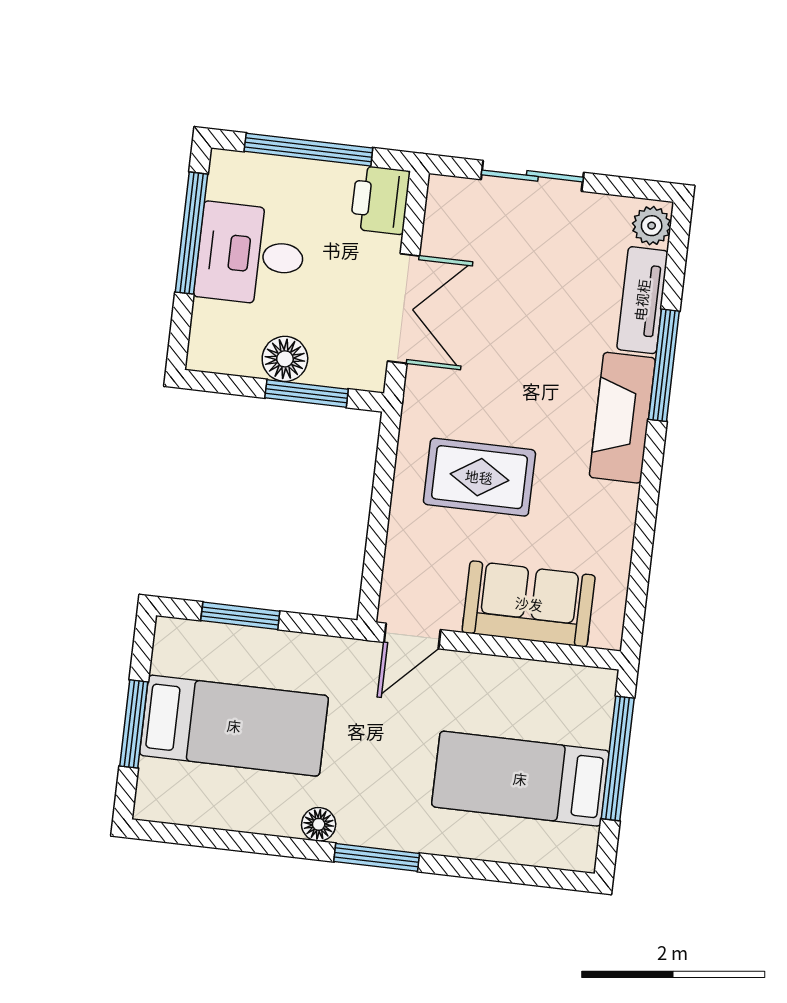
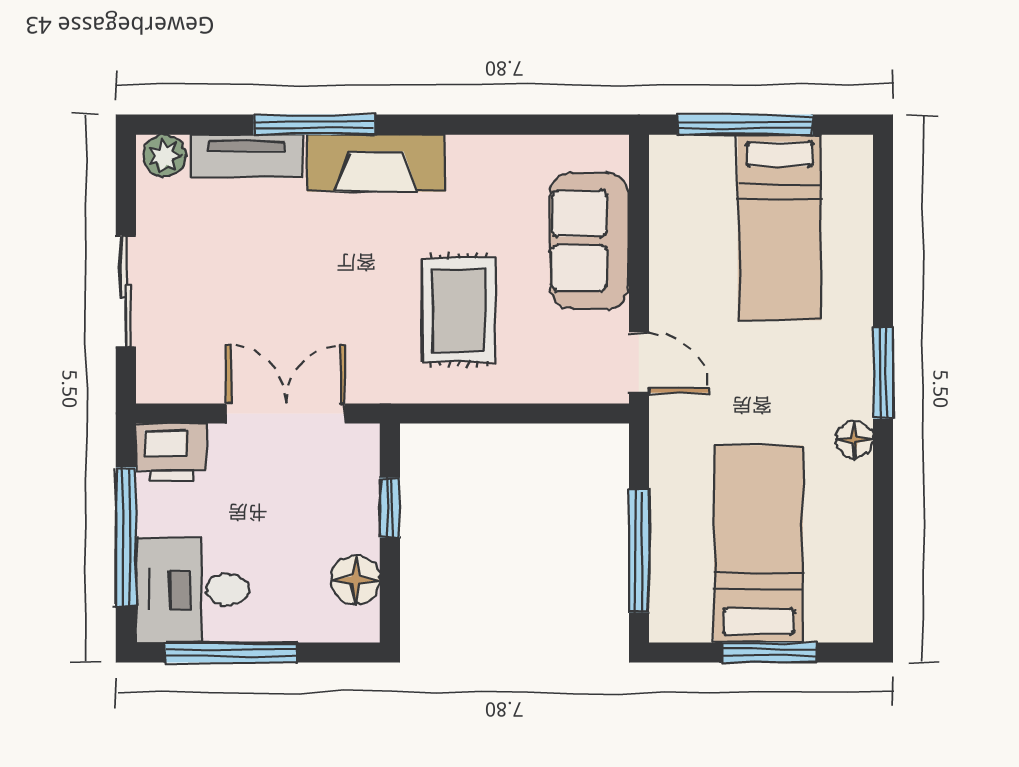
desk: (251, 254) -> (193, 590), moved, turned 90
floor lamp: (285, 359) -> (355, 580), moved
window: (307, 393) -> (390, 508), width x0.67
window: (240, 616) -> (639, 551), width x1.44

